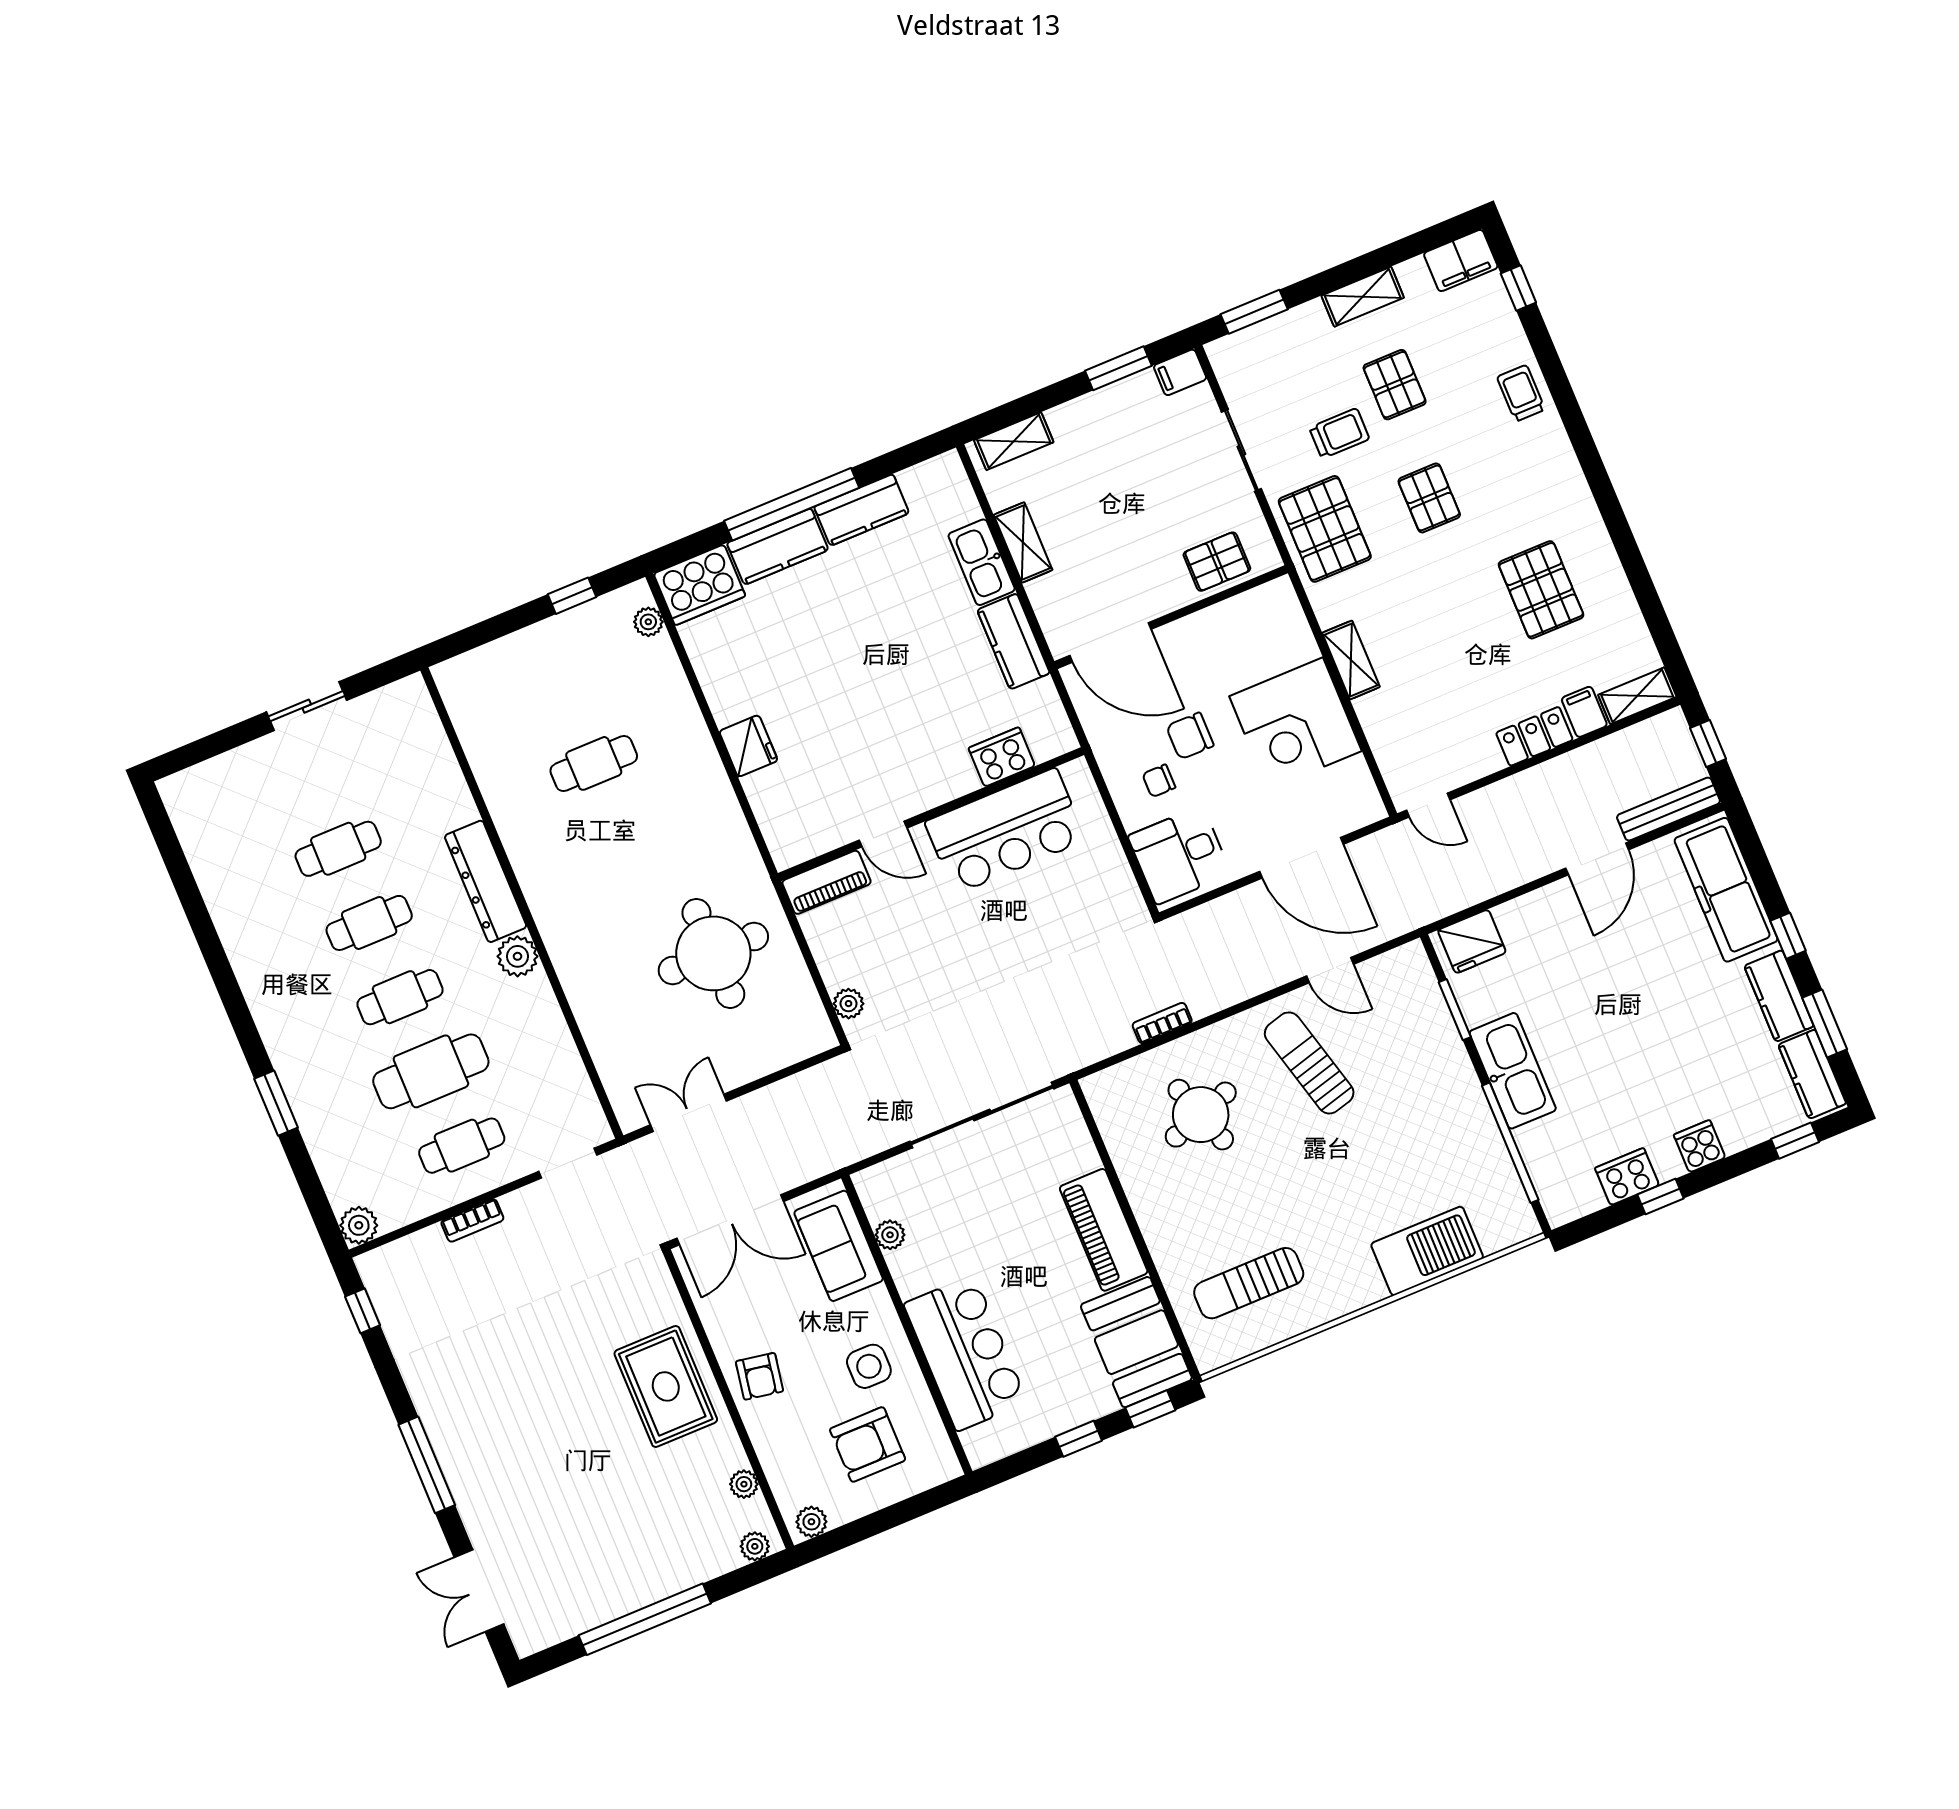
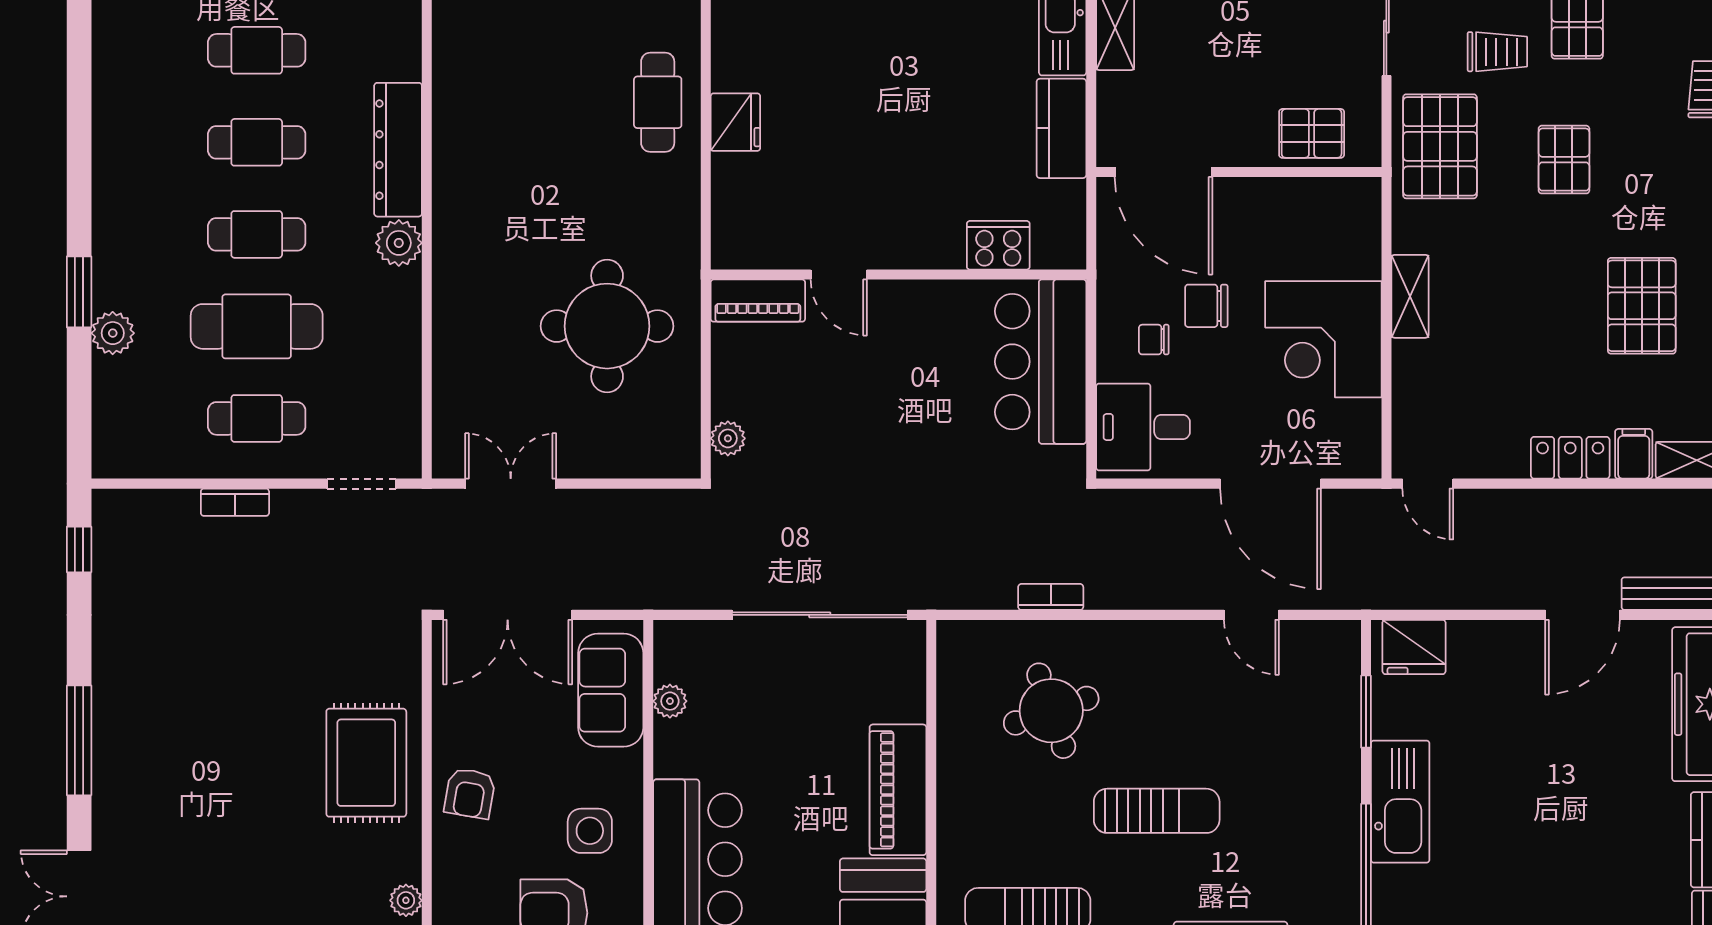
cafe table: (594, 763) -> (658, 102), moved, turned 90
bar counter: (1005, 831) -> (1041, 362), moved, turned 90
sun lounger: (1309, 1063) -> (1157, 811), moved, turned 105
plant: (359, 1225) -> (113, 333), moved

